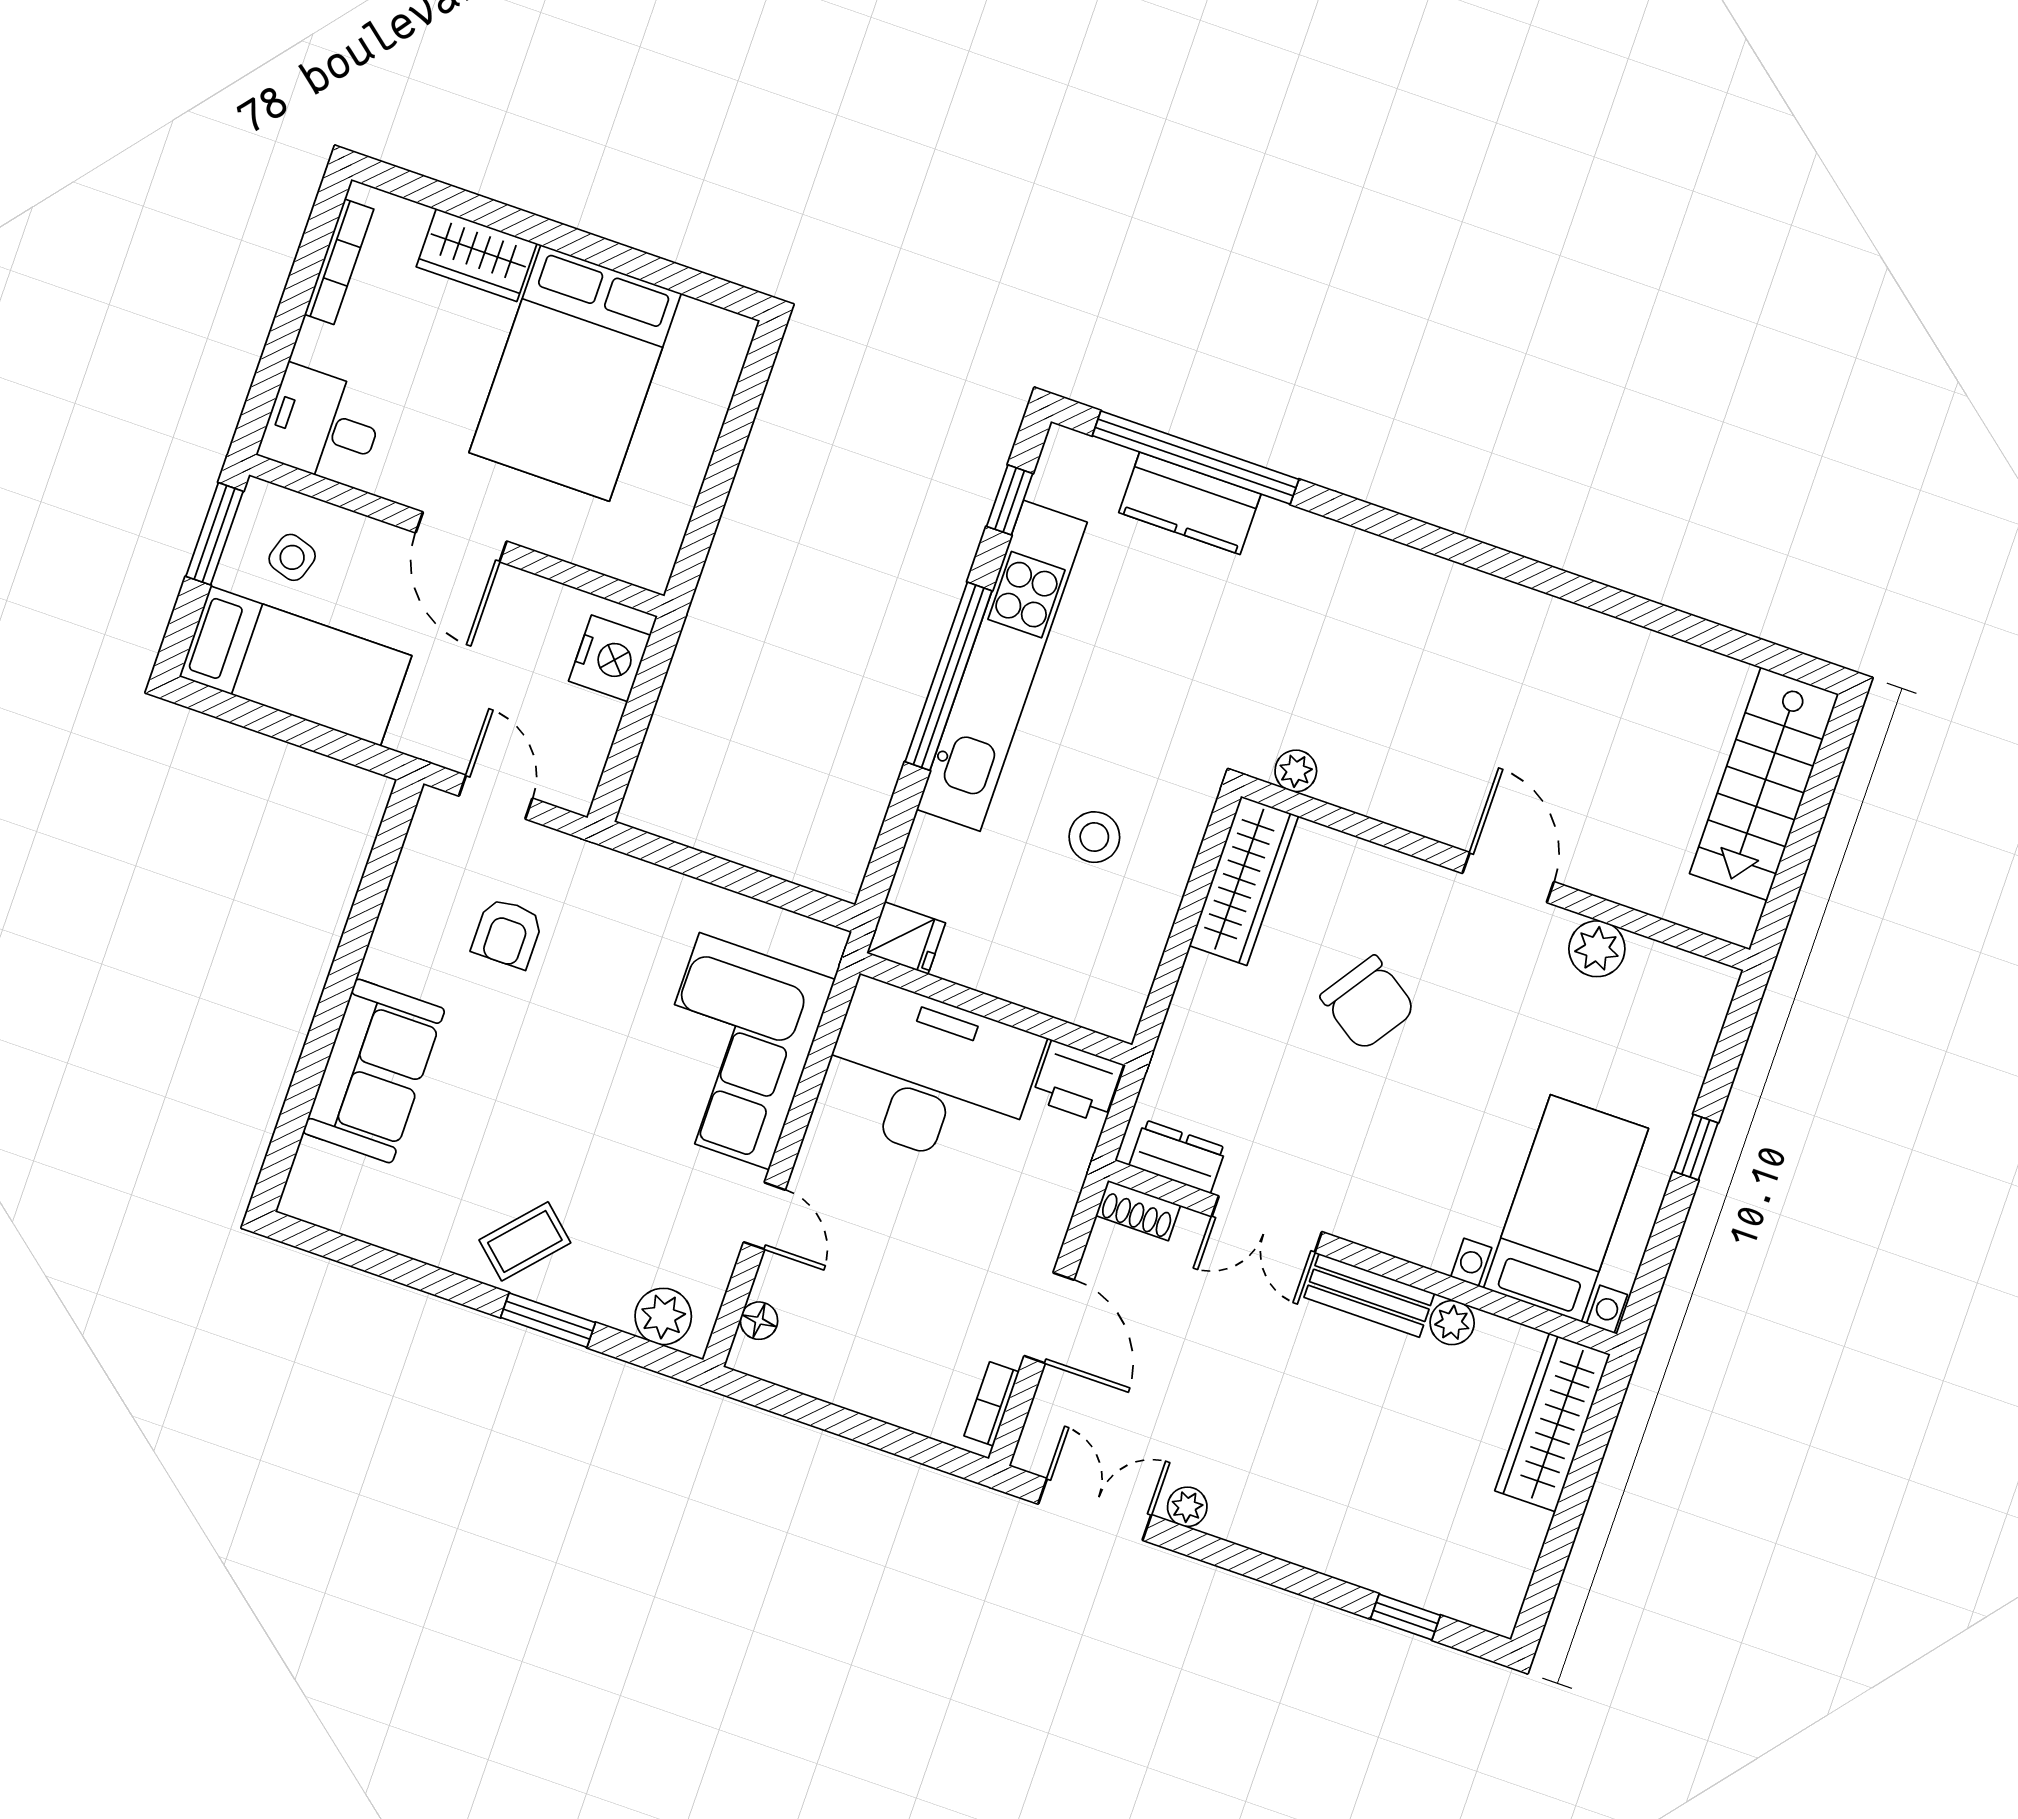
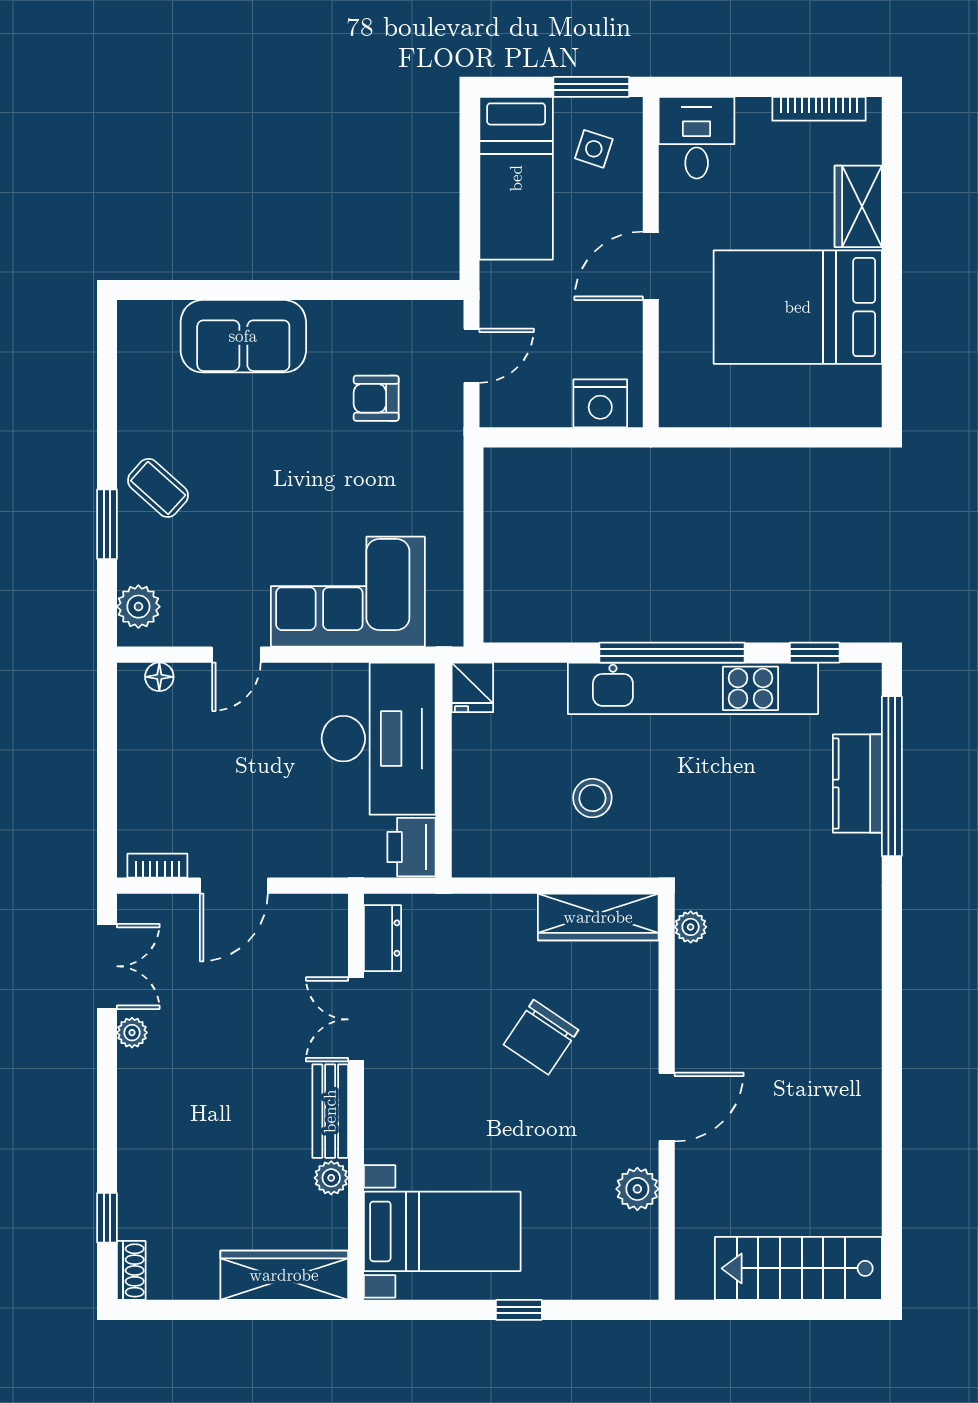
shoe rack: (1138, 1211) -> (131, 1270), moved, turned 180

